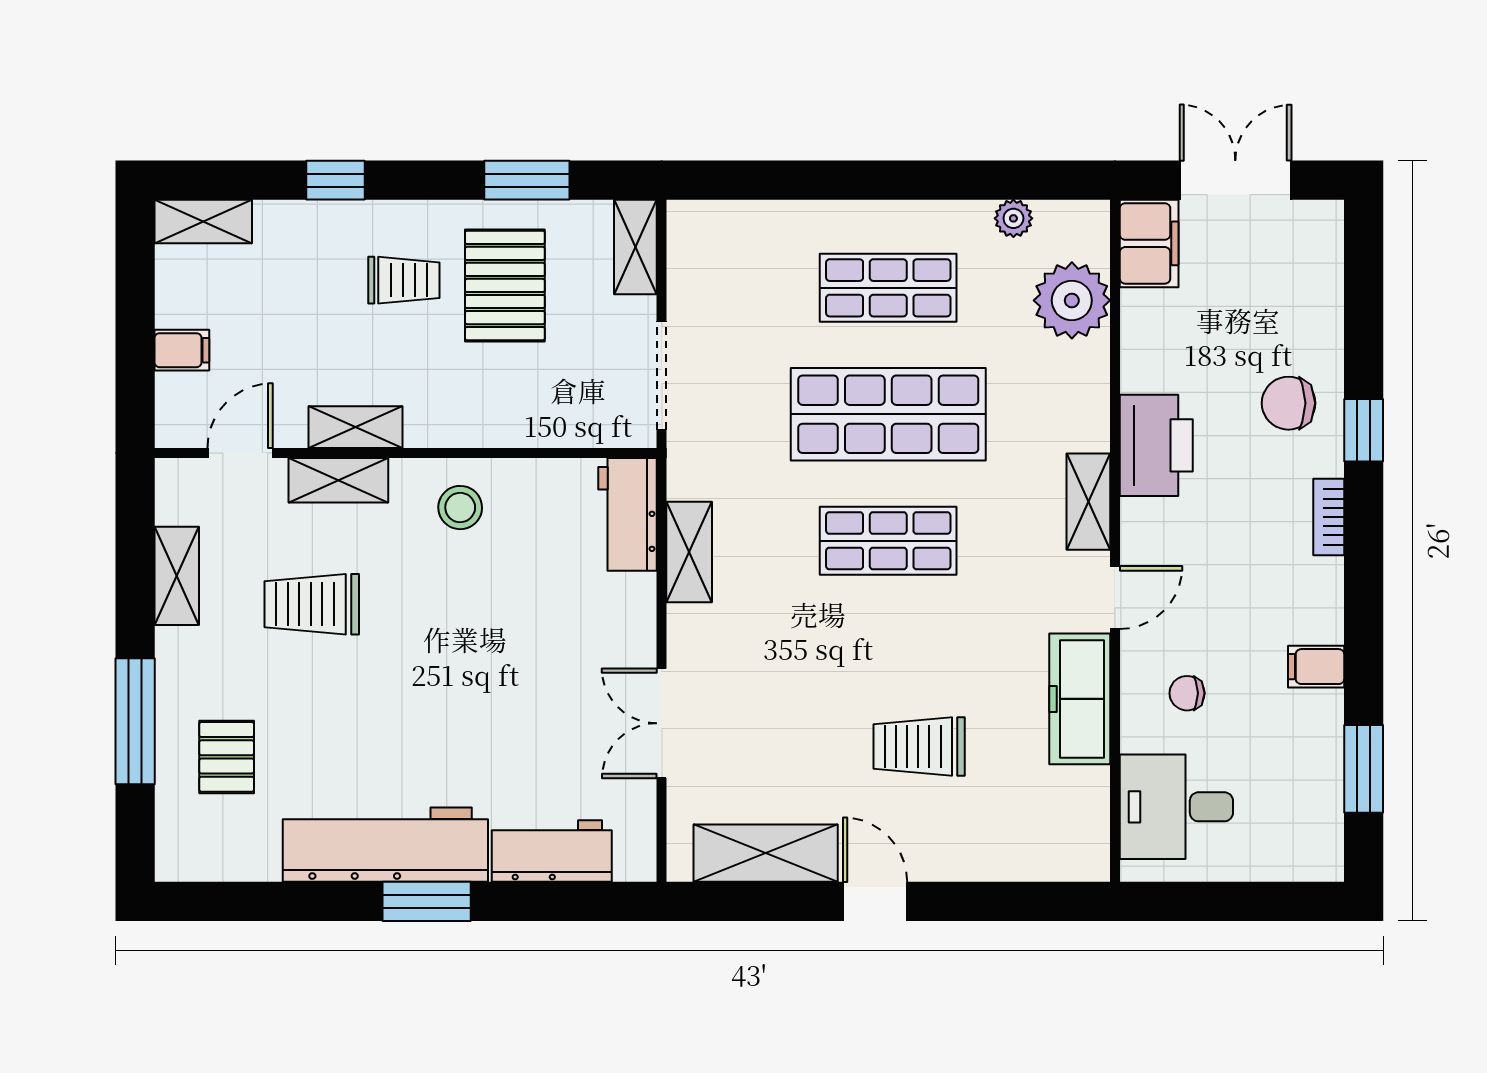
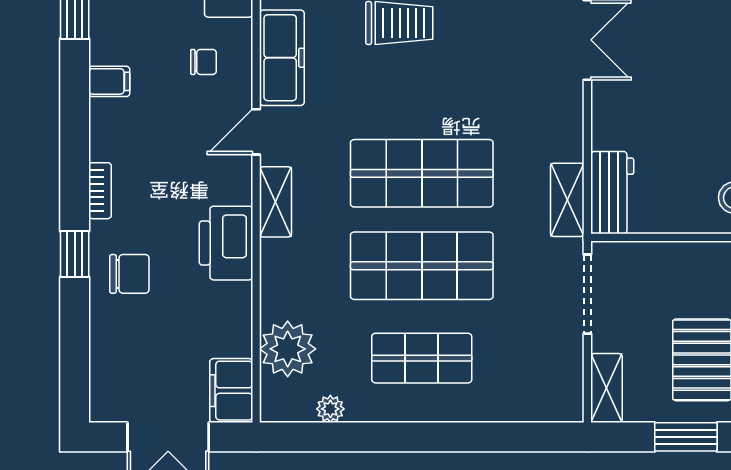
shop shelf: (888, 541) -> (422, 173), width x1.43, depth x1.36
shelving: (689, 552) -> (567, 200), moved

